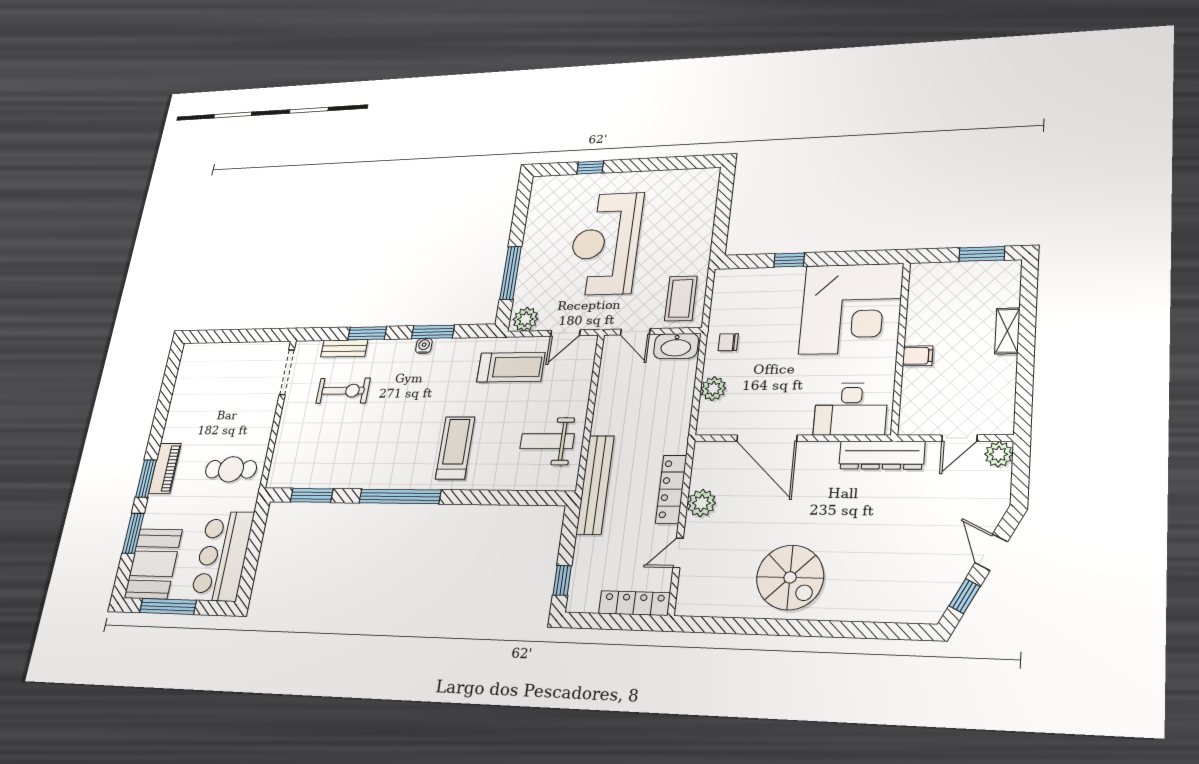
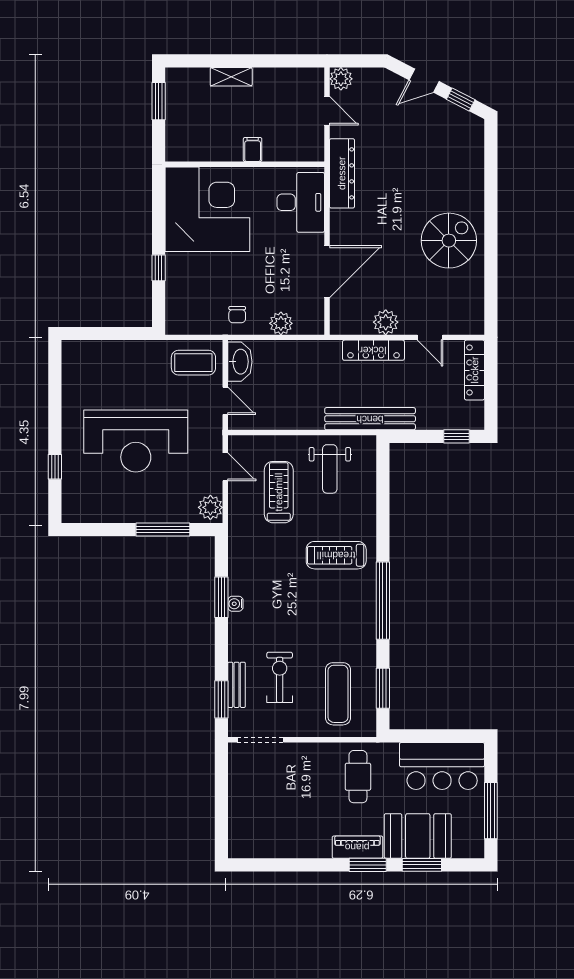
door: (635, 332) -> (225, 401), hinge flipped
window: (367, 333) -> (221, 699), moved
treadmill: (511, 367) -> (279, 492), moved
exercise mat: (315, 449) -> (338, 694), added
booth: (153, 564) -> (418, 836), moved

